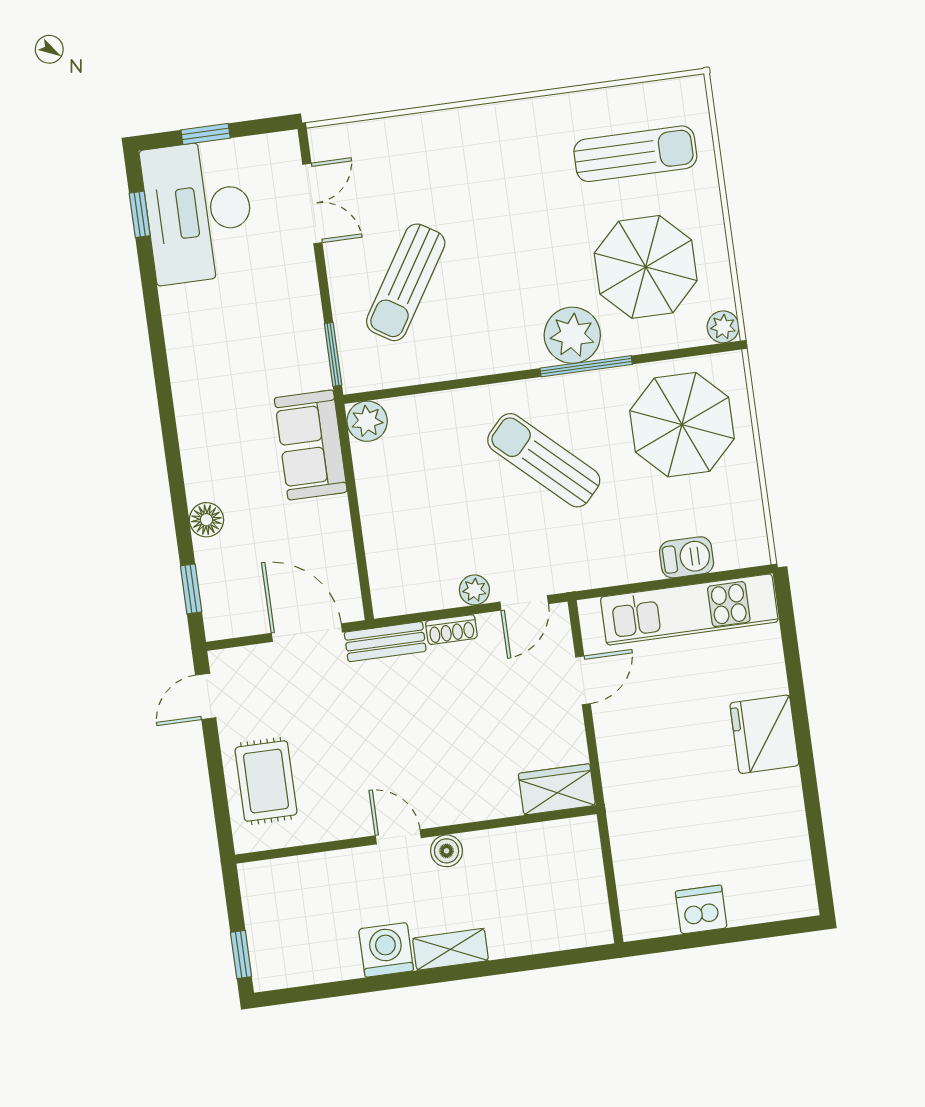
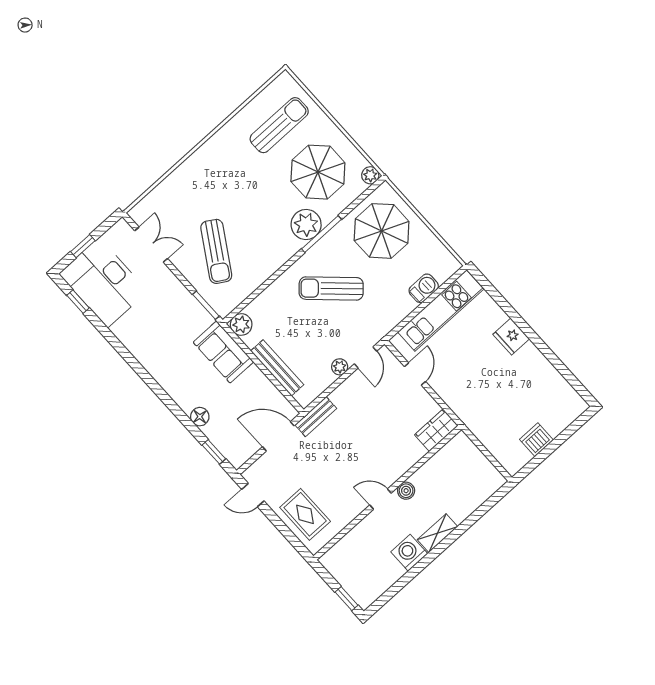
bench: (377, 526) -> (277, 368), added
shoe rack: (451, 630) -> (341, 391), removed
door: (206, 696) -> (253, 495), hinge flipped
fridge: (764, 734) -> (511, 337), width x0.73, depth x0.75

